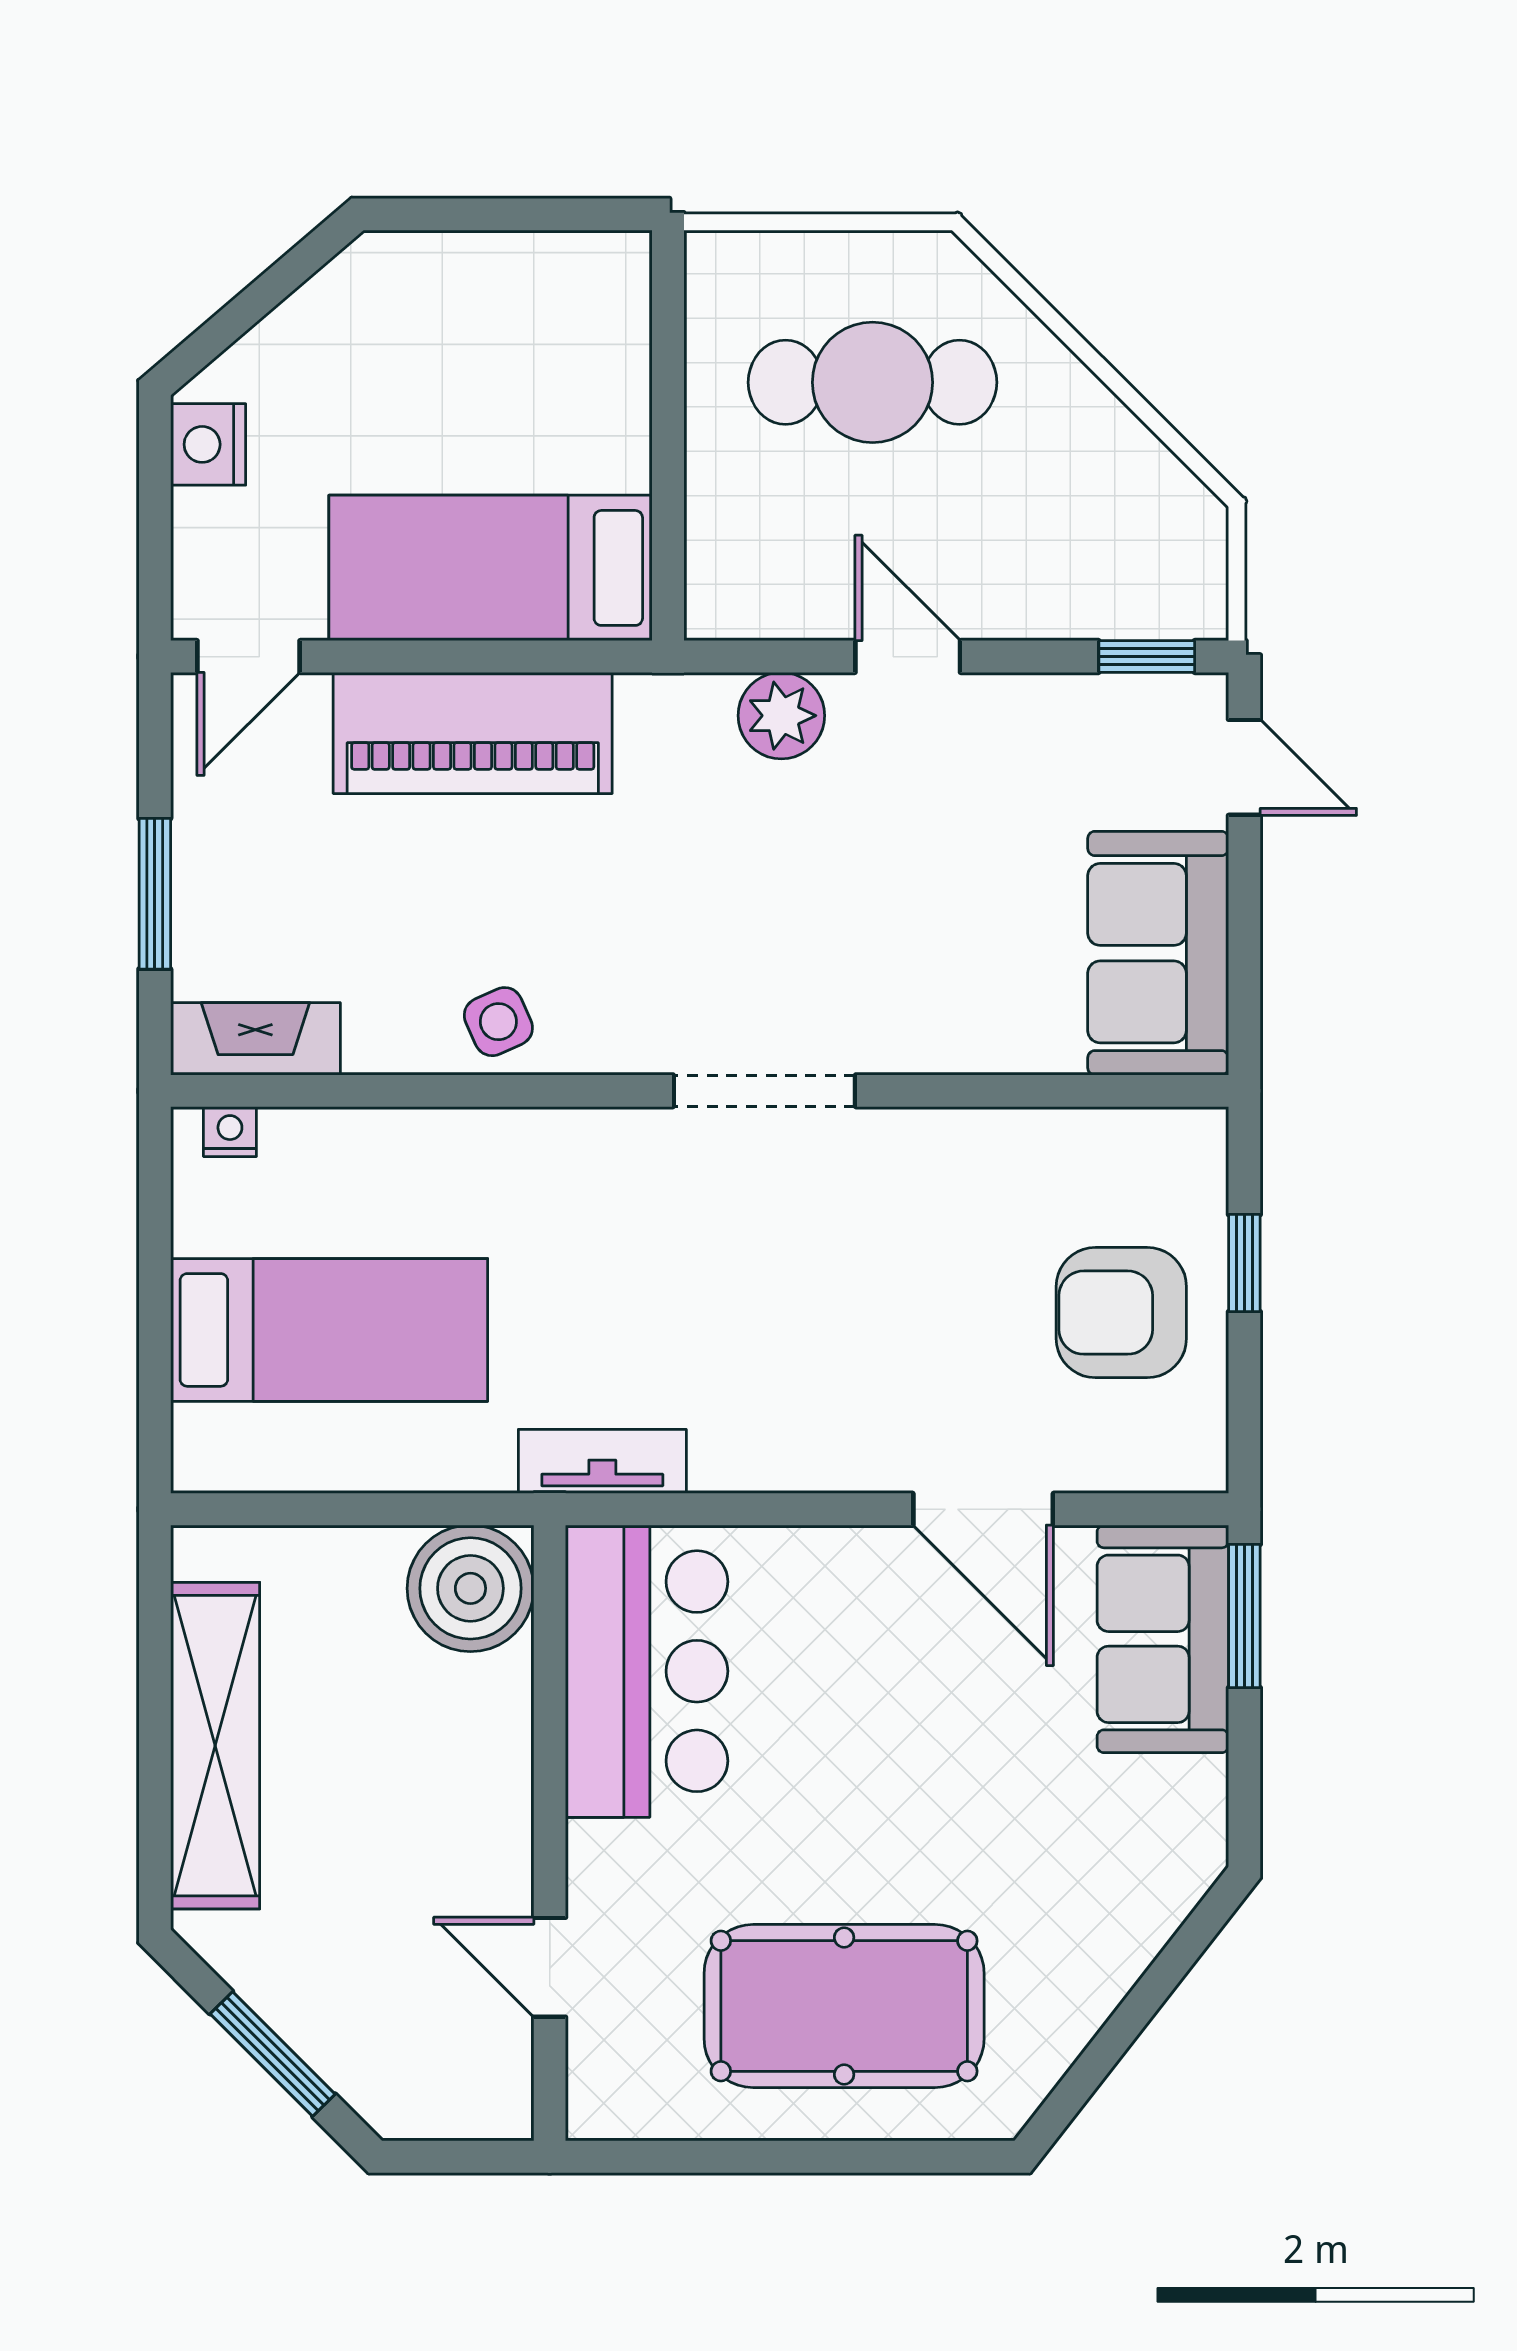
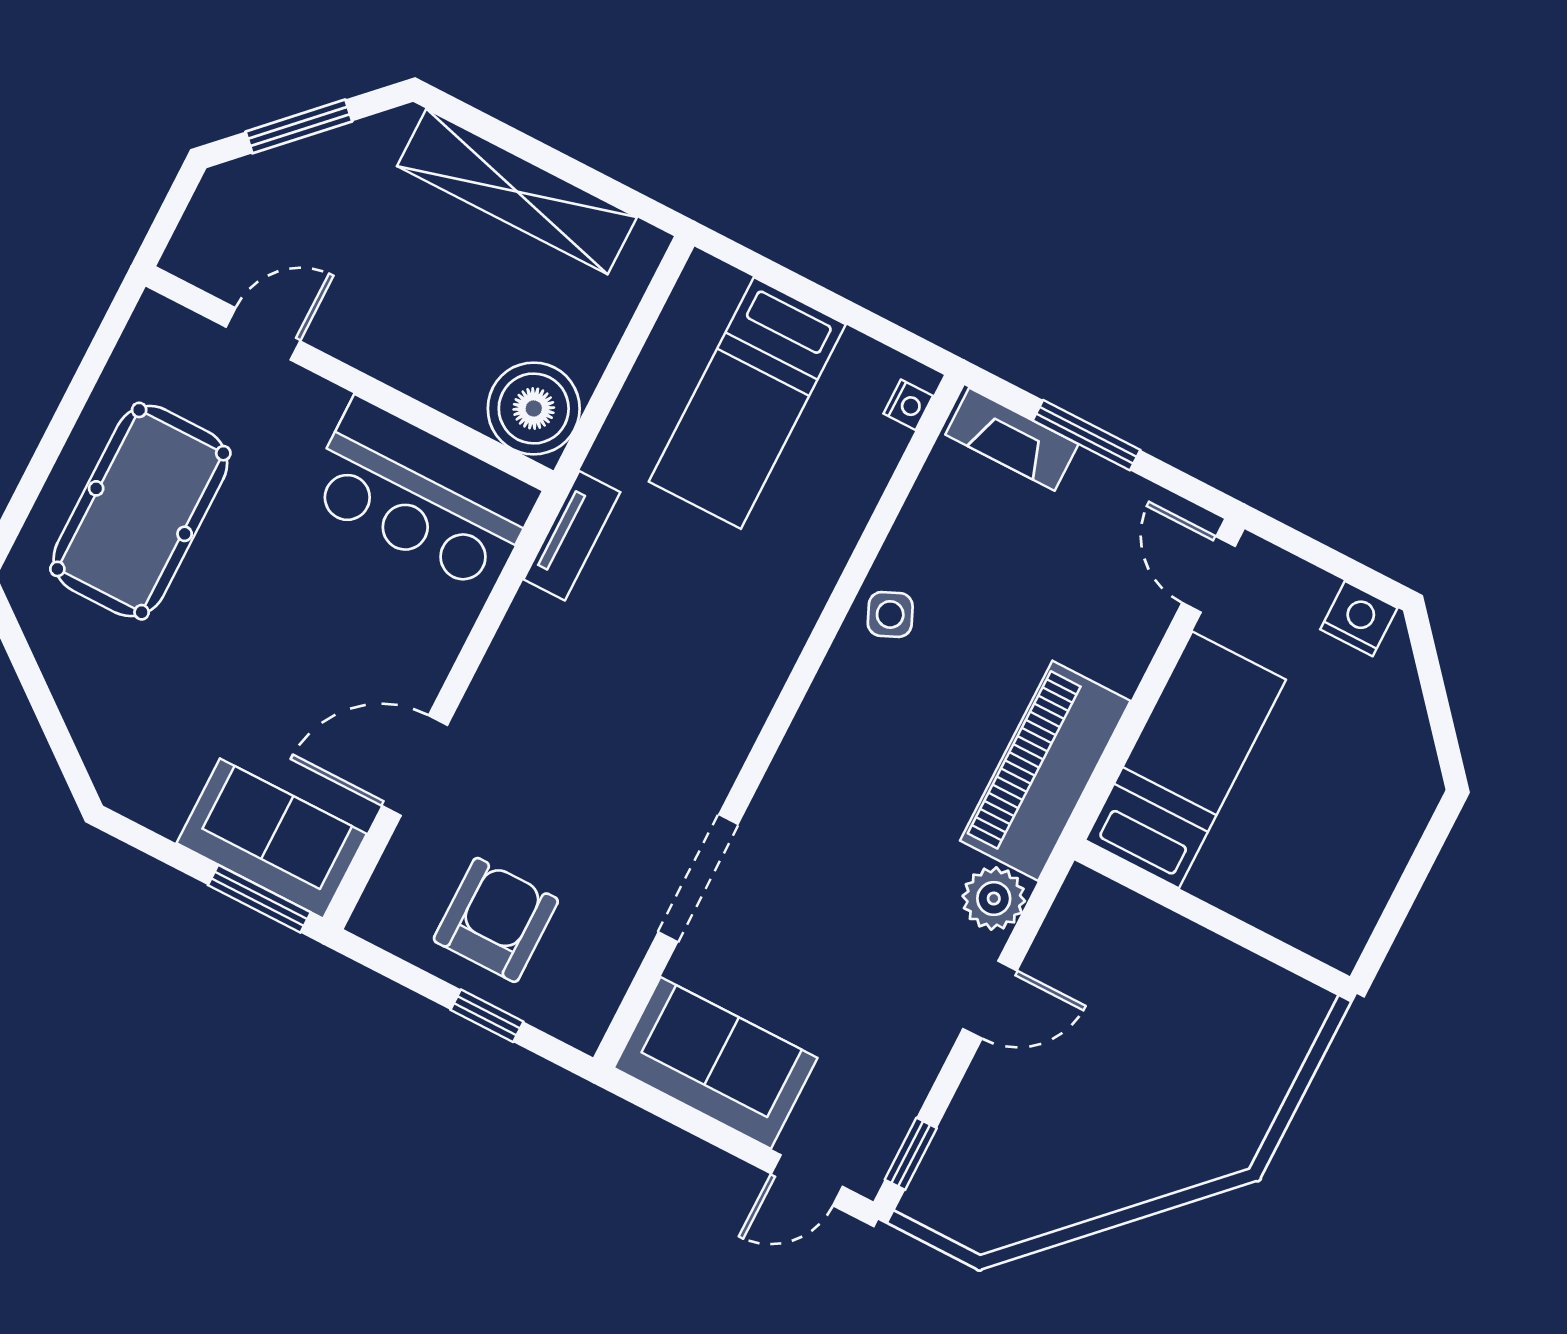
cafe table: (872, 382) -> (1179, 1068), removed
piano: (473, 733) -> (1045, 771), moved
fireplace: (255, 1039) -> (1012, 439), moved, turned 90
doorway: (764, 1091) -> (698, 878), moved

